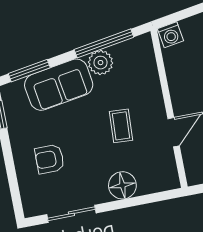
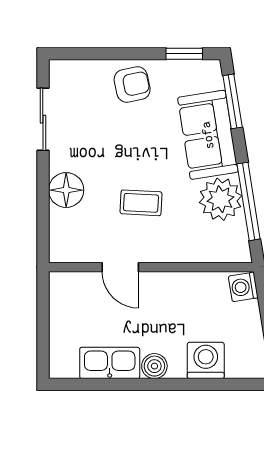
plant: (101, 63) -> (221, 199), width x1.36, depth x1.36
armchair: (50, 159) -> (132, 85), moved, turned 78

